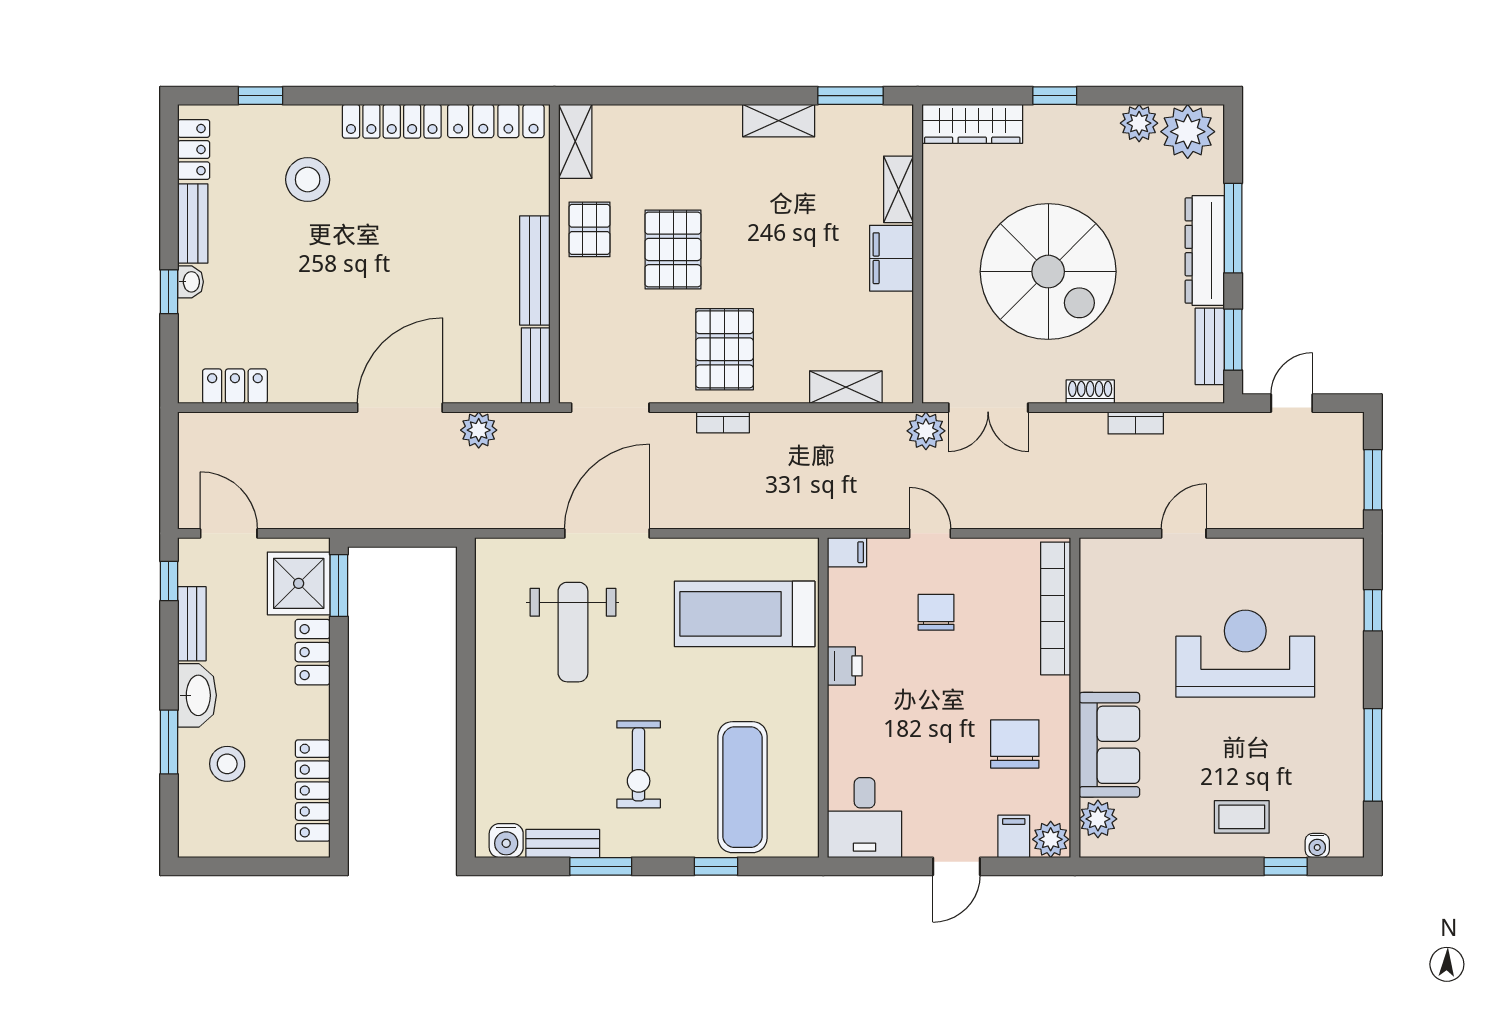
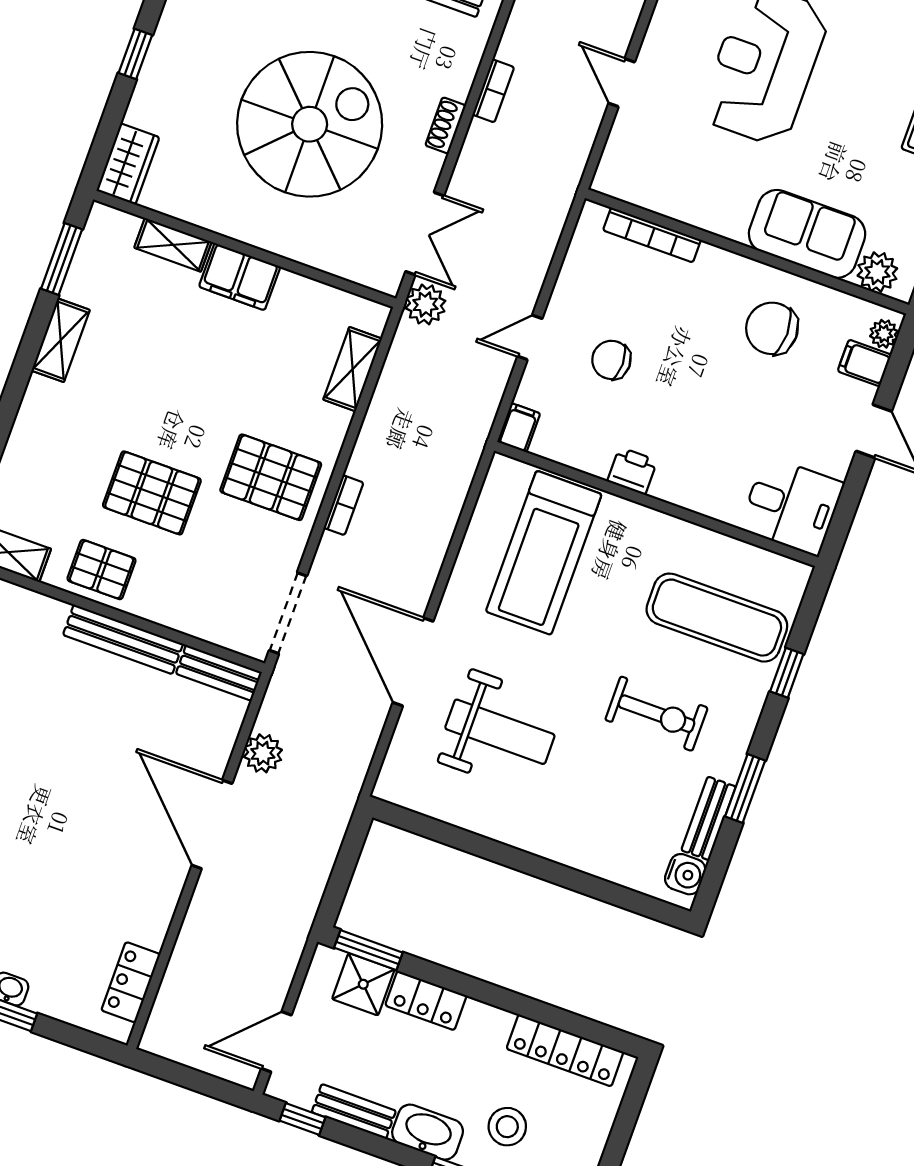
wardrobe: (972, 124) -> (128, 164), width x0.67
shower: (299, 583) -> (363, 984), width x0.73, depth x0.73
bookcase: (1056, 608) -> (652, 235), width x0.68, depth x0.76
plant: (1051, 839) -> (884, 334), width x0.73, depth x0.73

